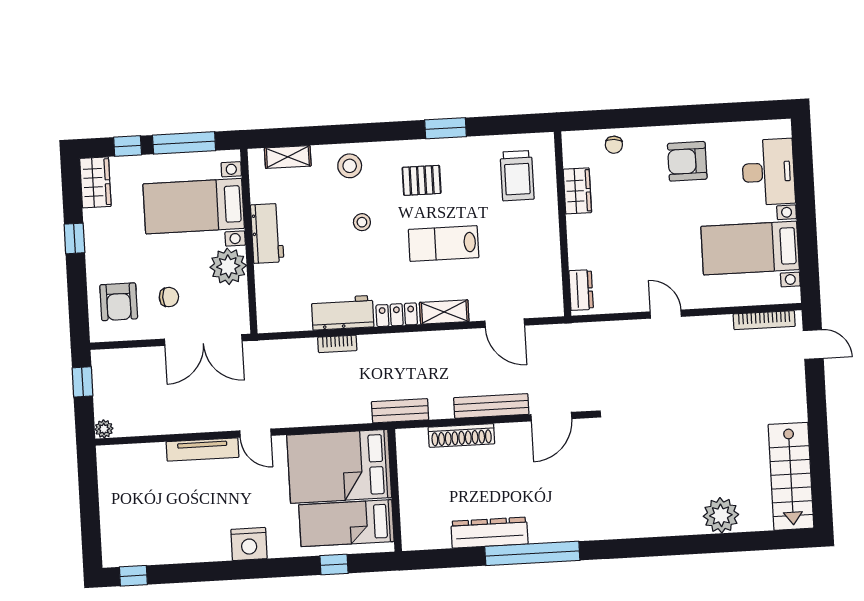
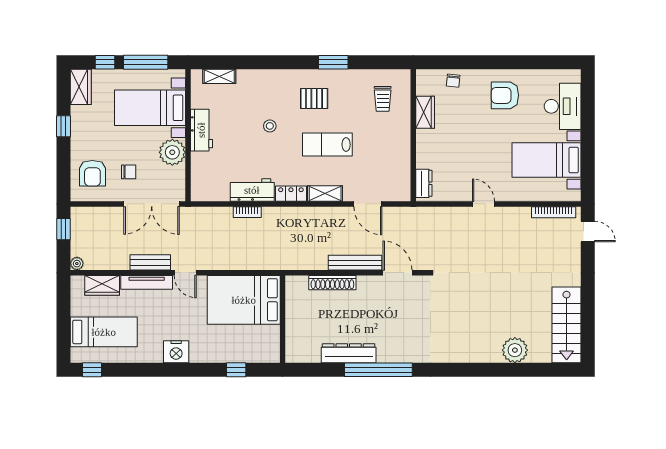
stool: (350, 166) -> (263, 85), removed
trolley: (517, 176) -> (383, 99), width x0.73, depth x0.72
bench: (400, 411) -> (150, 262), moved
door: (551, 417) -> (398, 273), swing flipped
wardrobe: (141, 457) -> (102, 285), added
bed: (346, 523) -> (104, 332), moved, turned 180

